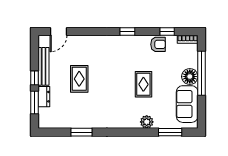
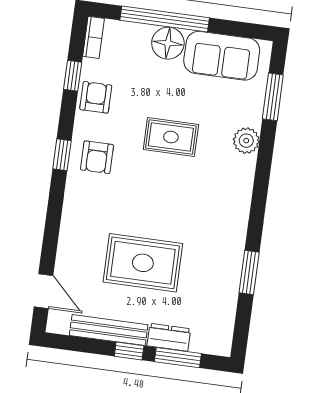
armchair: (128, 49) -> (97, 157), added
rug: (79, 79) -> (143, 263), width x1.36, depth x1.43

